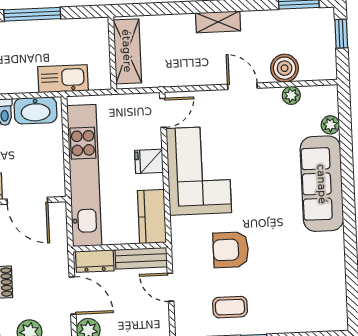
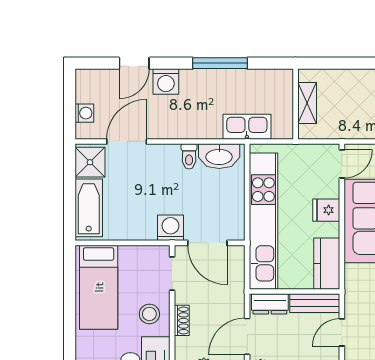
shelving: (127, 51) -> (307, 103), width x0.67, depth x0.75
door: (171, 287) -> (342, 332), hinge flipped
door: (73, 296) -> (247, 336), swing flipped

